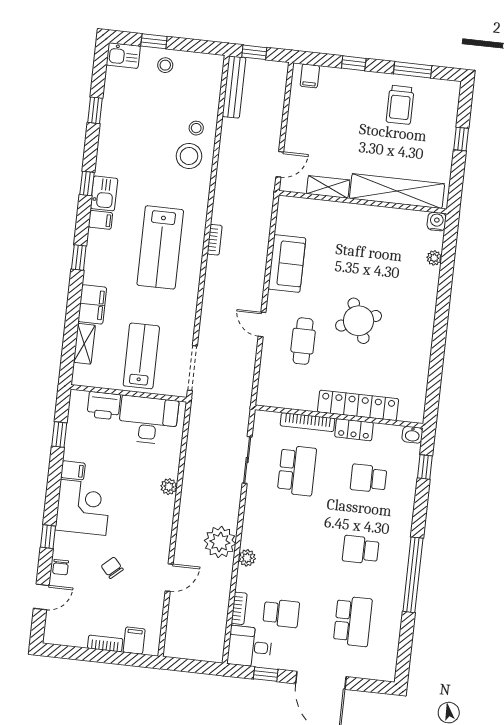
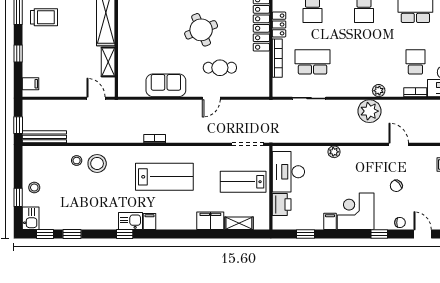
window: (79, 257) -> (45, 234), moved

